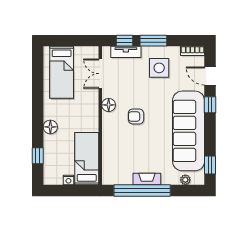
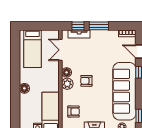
side table: (159, 68) -> (103, 46), removed
plant: (110, 121) -> (67, 84), added
window: (38, 156) -> (15, 109), removed
armchair: (118, 159) -> (74, 112), added

